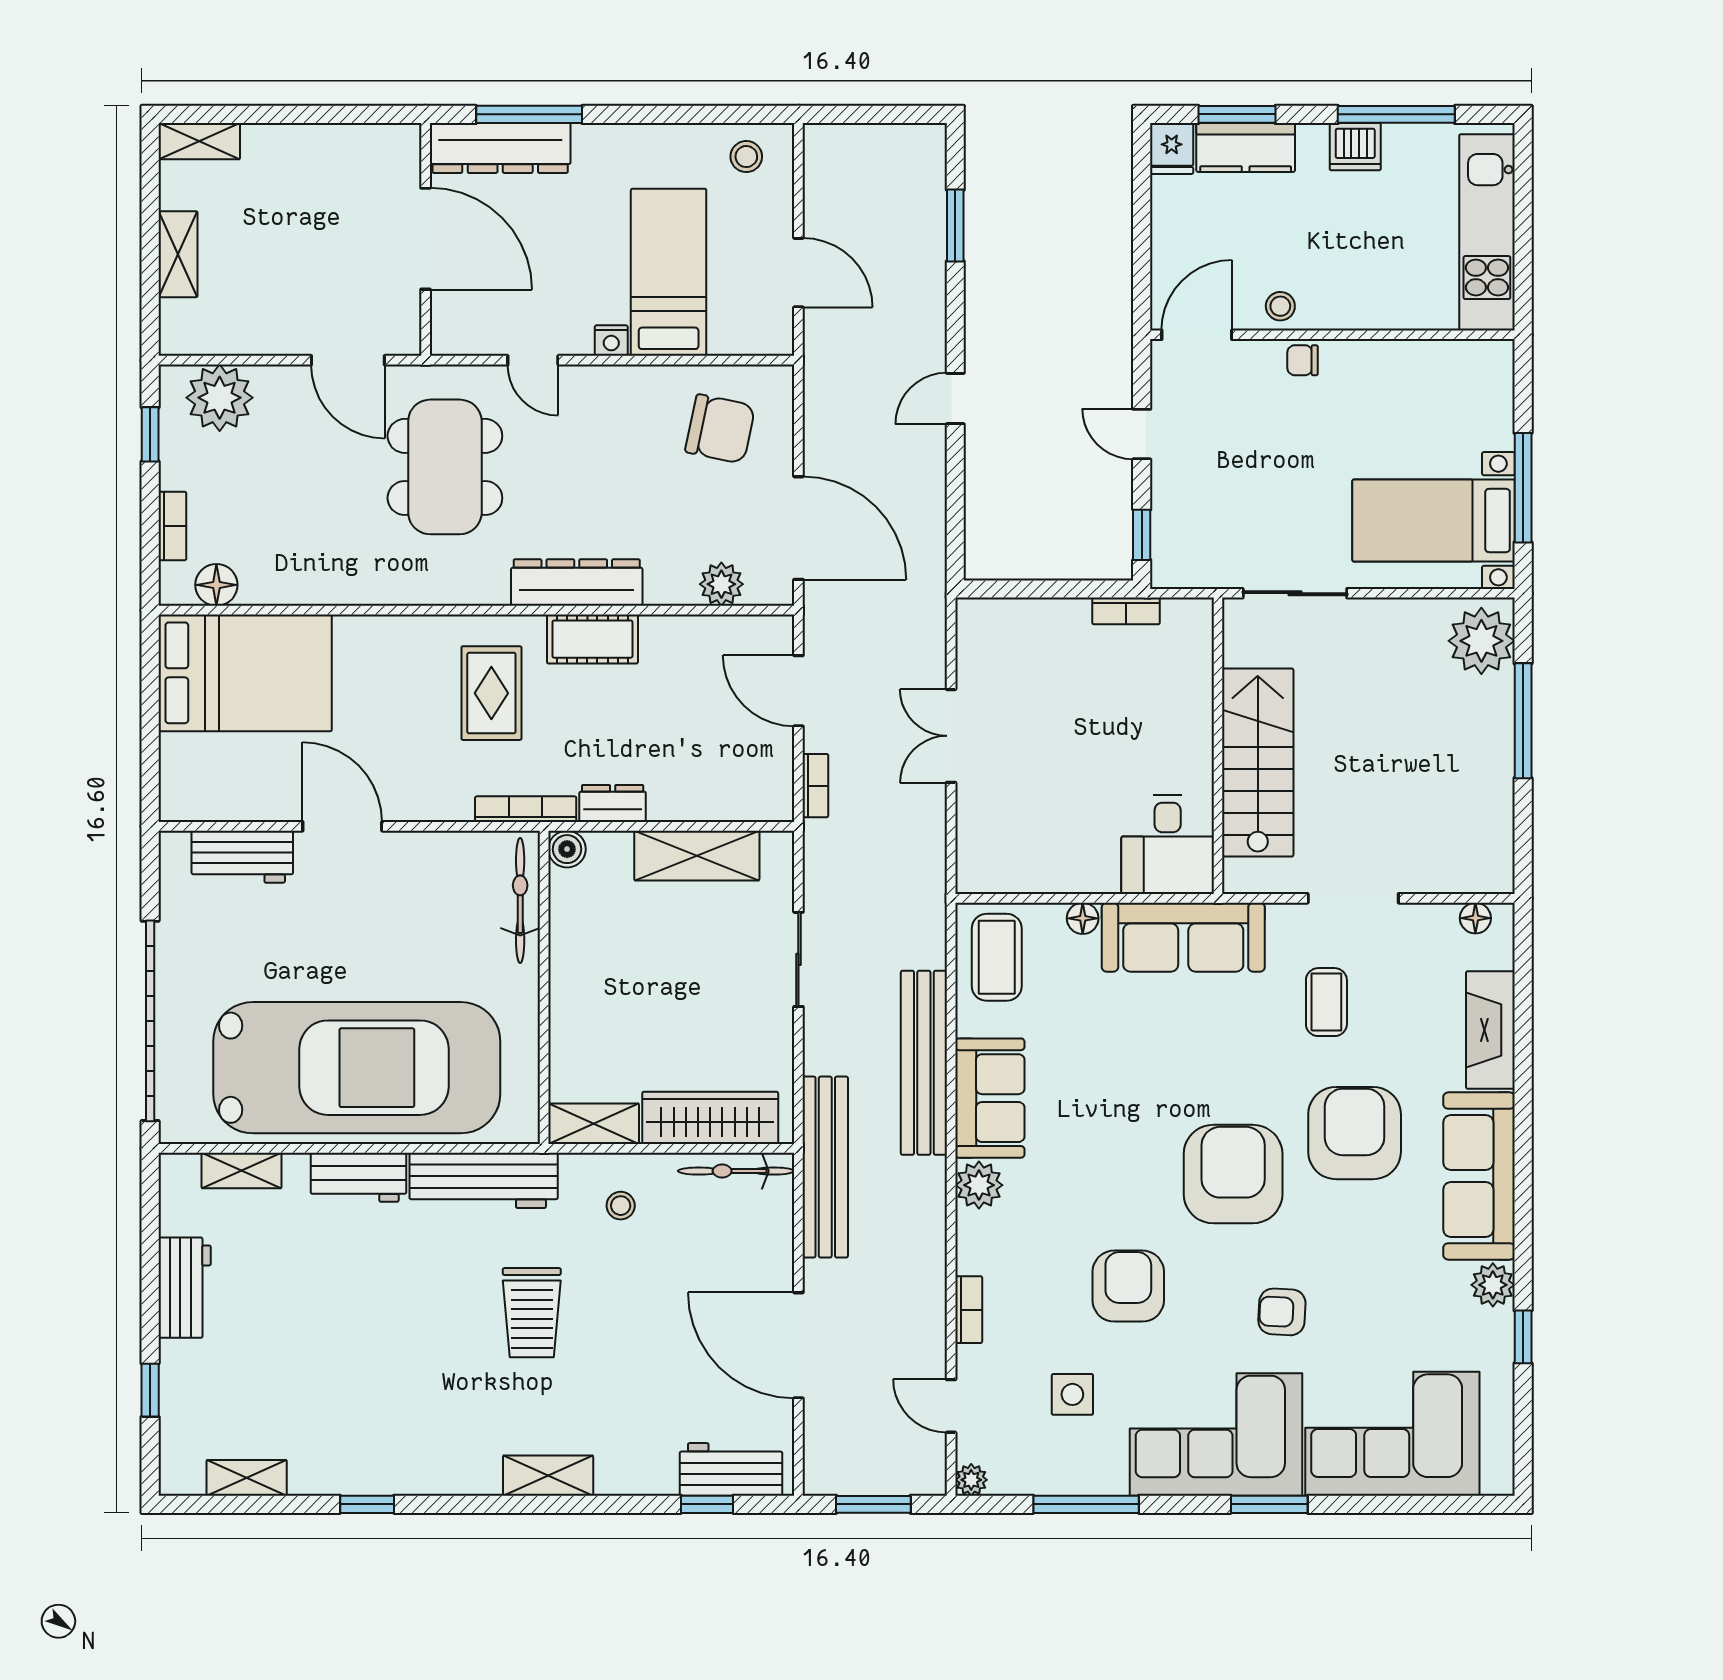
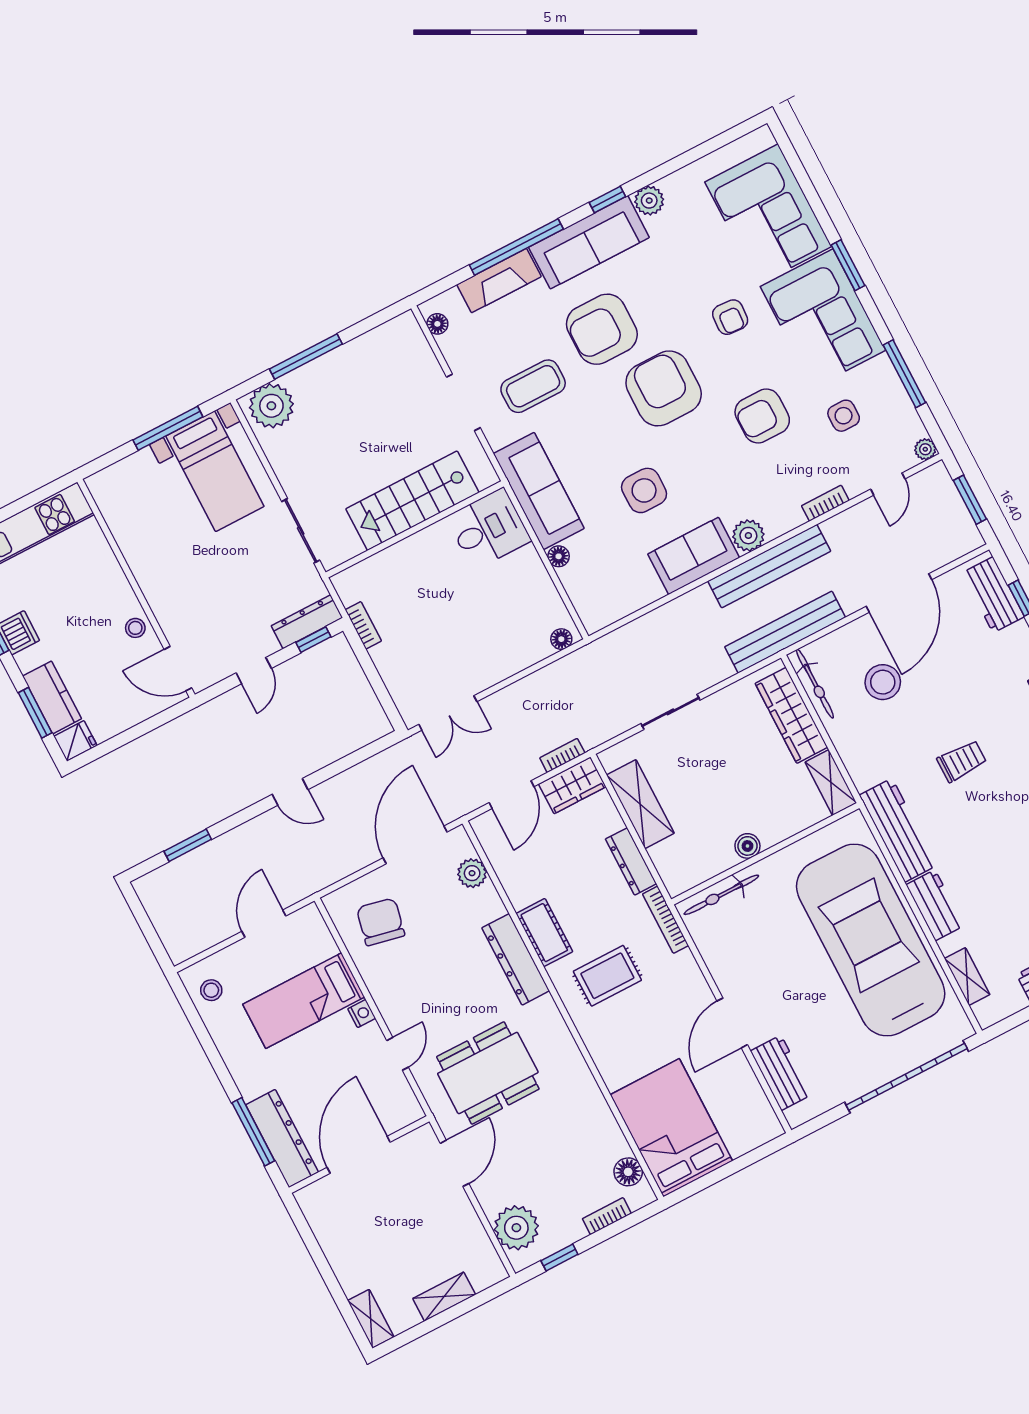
chair: (1303, 360) -> (160, 598), removed
dresser: (1170, 539) -> (307, 622), added
double door: (951, 736) -> (448, 713), moved
wardrobe: (769, 778) -> (572, 785), added
dresser: (613, 803) -> (631, 861), width x1.44
boiler: (567, 849) -> (747, 846), moved
floor lamp: (971, 865) -> (561, 639), added
coffee table: (997, 957) -> (608, 595), removed
coffee table: (1326, 1002) -> (533, 386), width x1.36, depth x1.30
bench: (924, 1063) -> (769, 566), moved
window: (1523, 1076) -> (516, 247), added
side table: (1111, 1078) -> (644, 490), added
armchair: (1233, 1174) -> (664, 388), turned 90
stool: (621, 1206) -> (883, 682), moved, width x1.89, depth x1.89
trolley: (532, 1313) -> (962, 761), width x0.73, depth x0.72
window: (1523, 1337) -> (607, 200), moved

